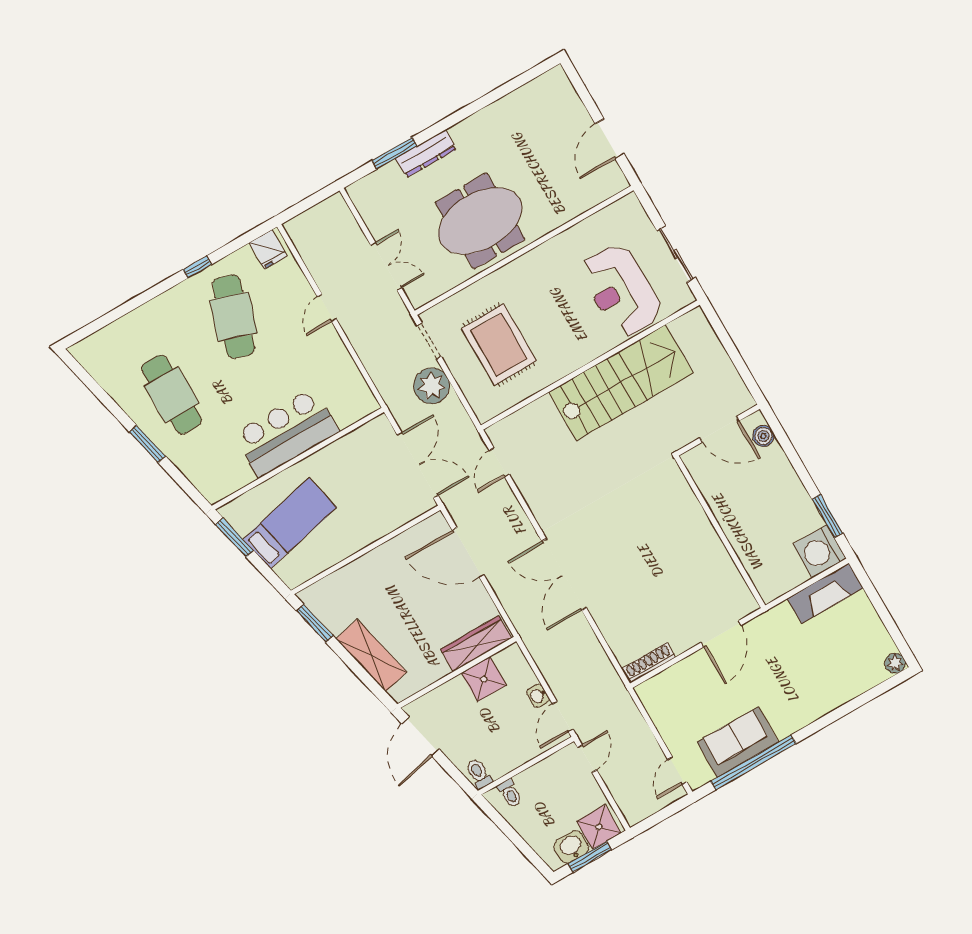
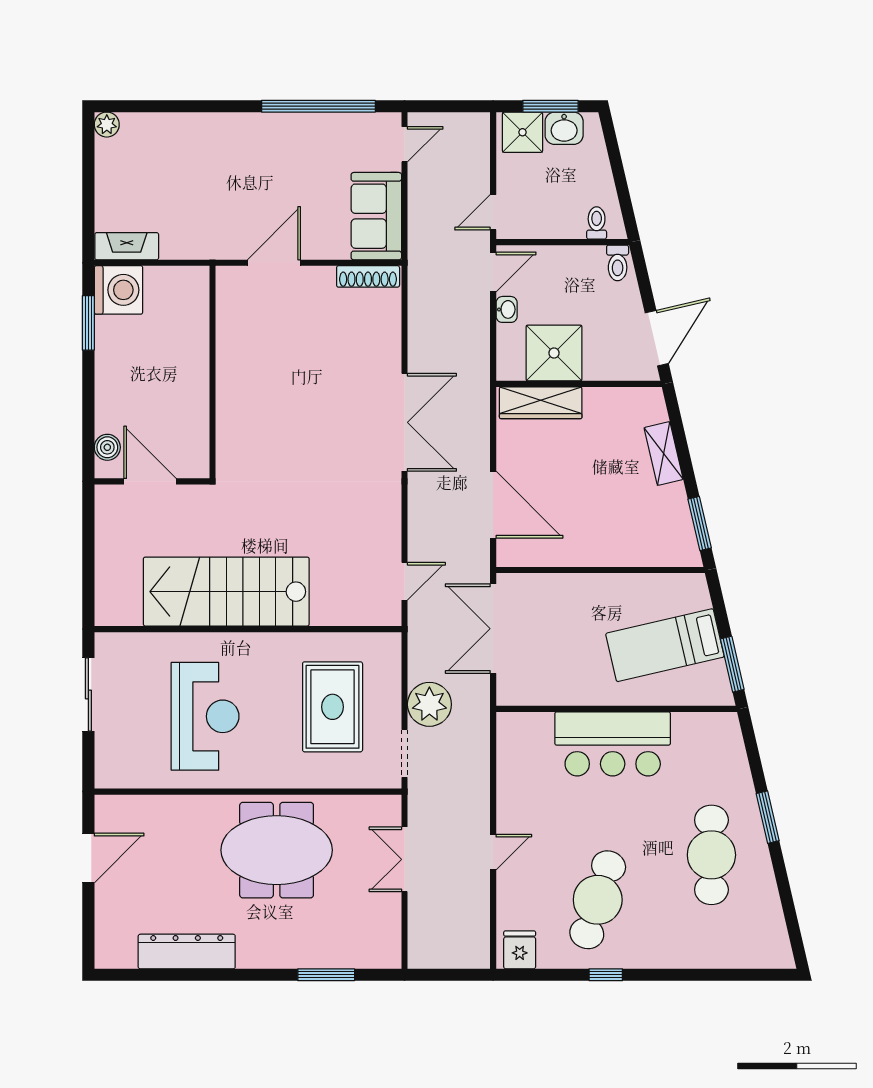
dresser: (426, 154) -> (187, 952), moved, width x1.37, depth x1.24
reception desk: (621, 291) -> (205, 716), moved
fireplace: (825, 593) -> (127, 246), width x0.73, depth x0.76
shelving: (371, 656) -> (664, 454), width x0.67, depth x0.75
shower: (484, 679) -> (554, 353), width x1.36, depth x1.36
sofa: (738, 742) -> (376, 216), moved, turned 90

